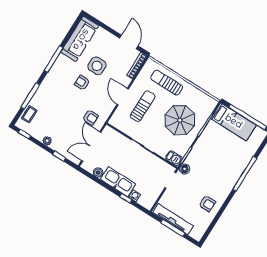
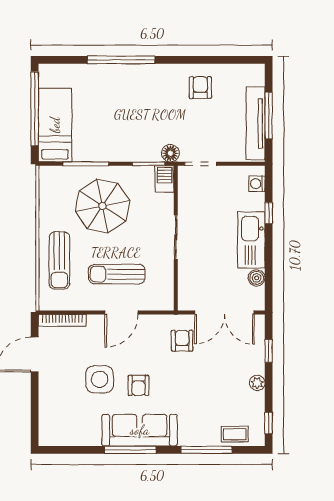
sofa: (80, 39) -> (140, 430), moved
washing machine: (135, 196) -> (257, 184), moved

